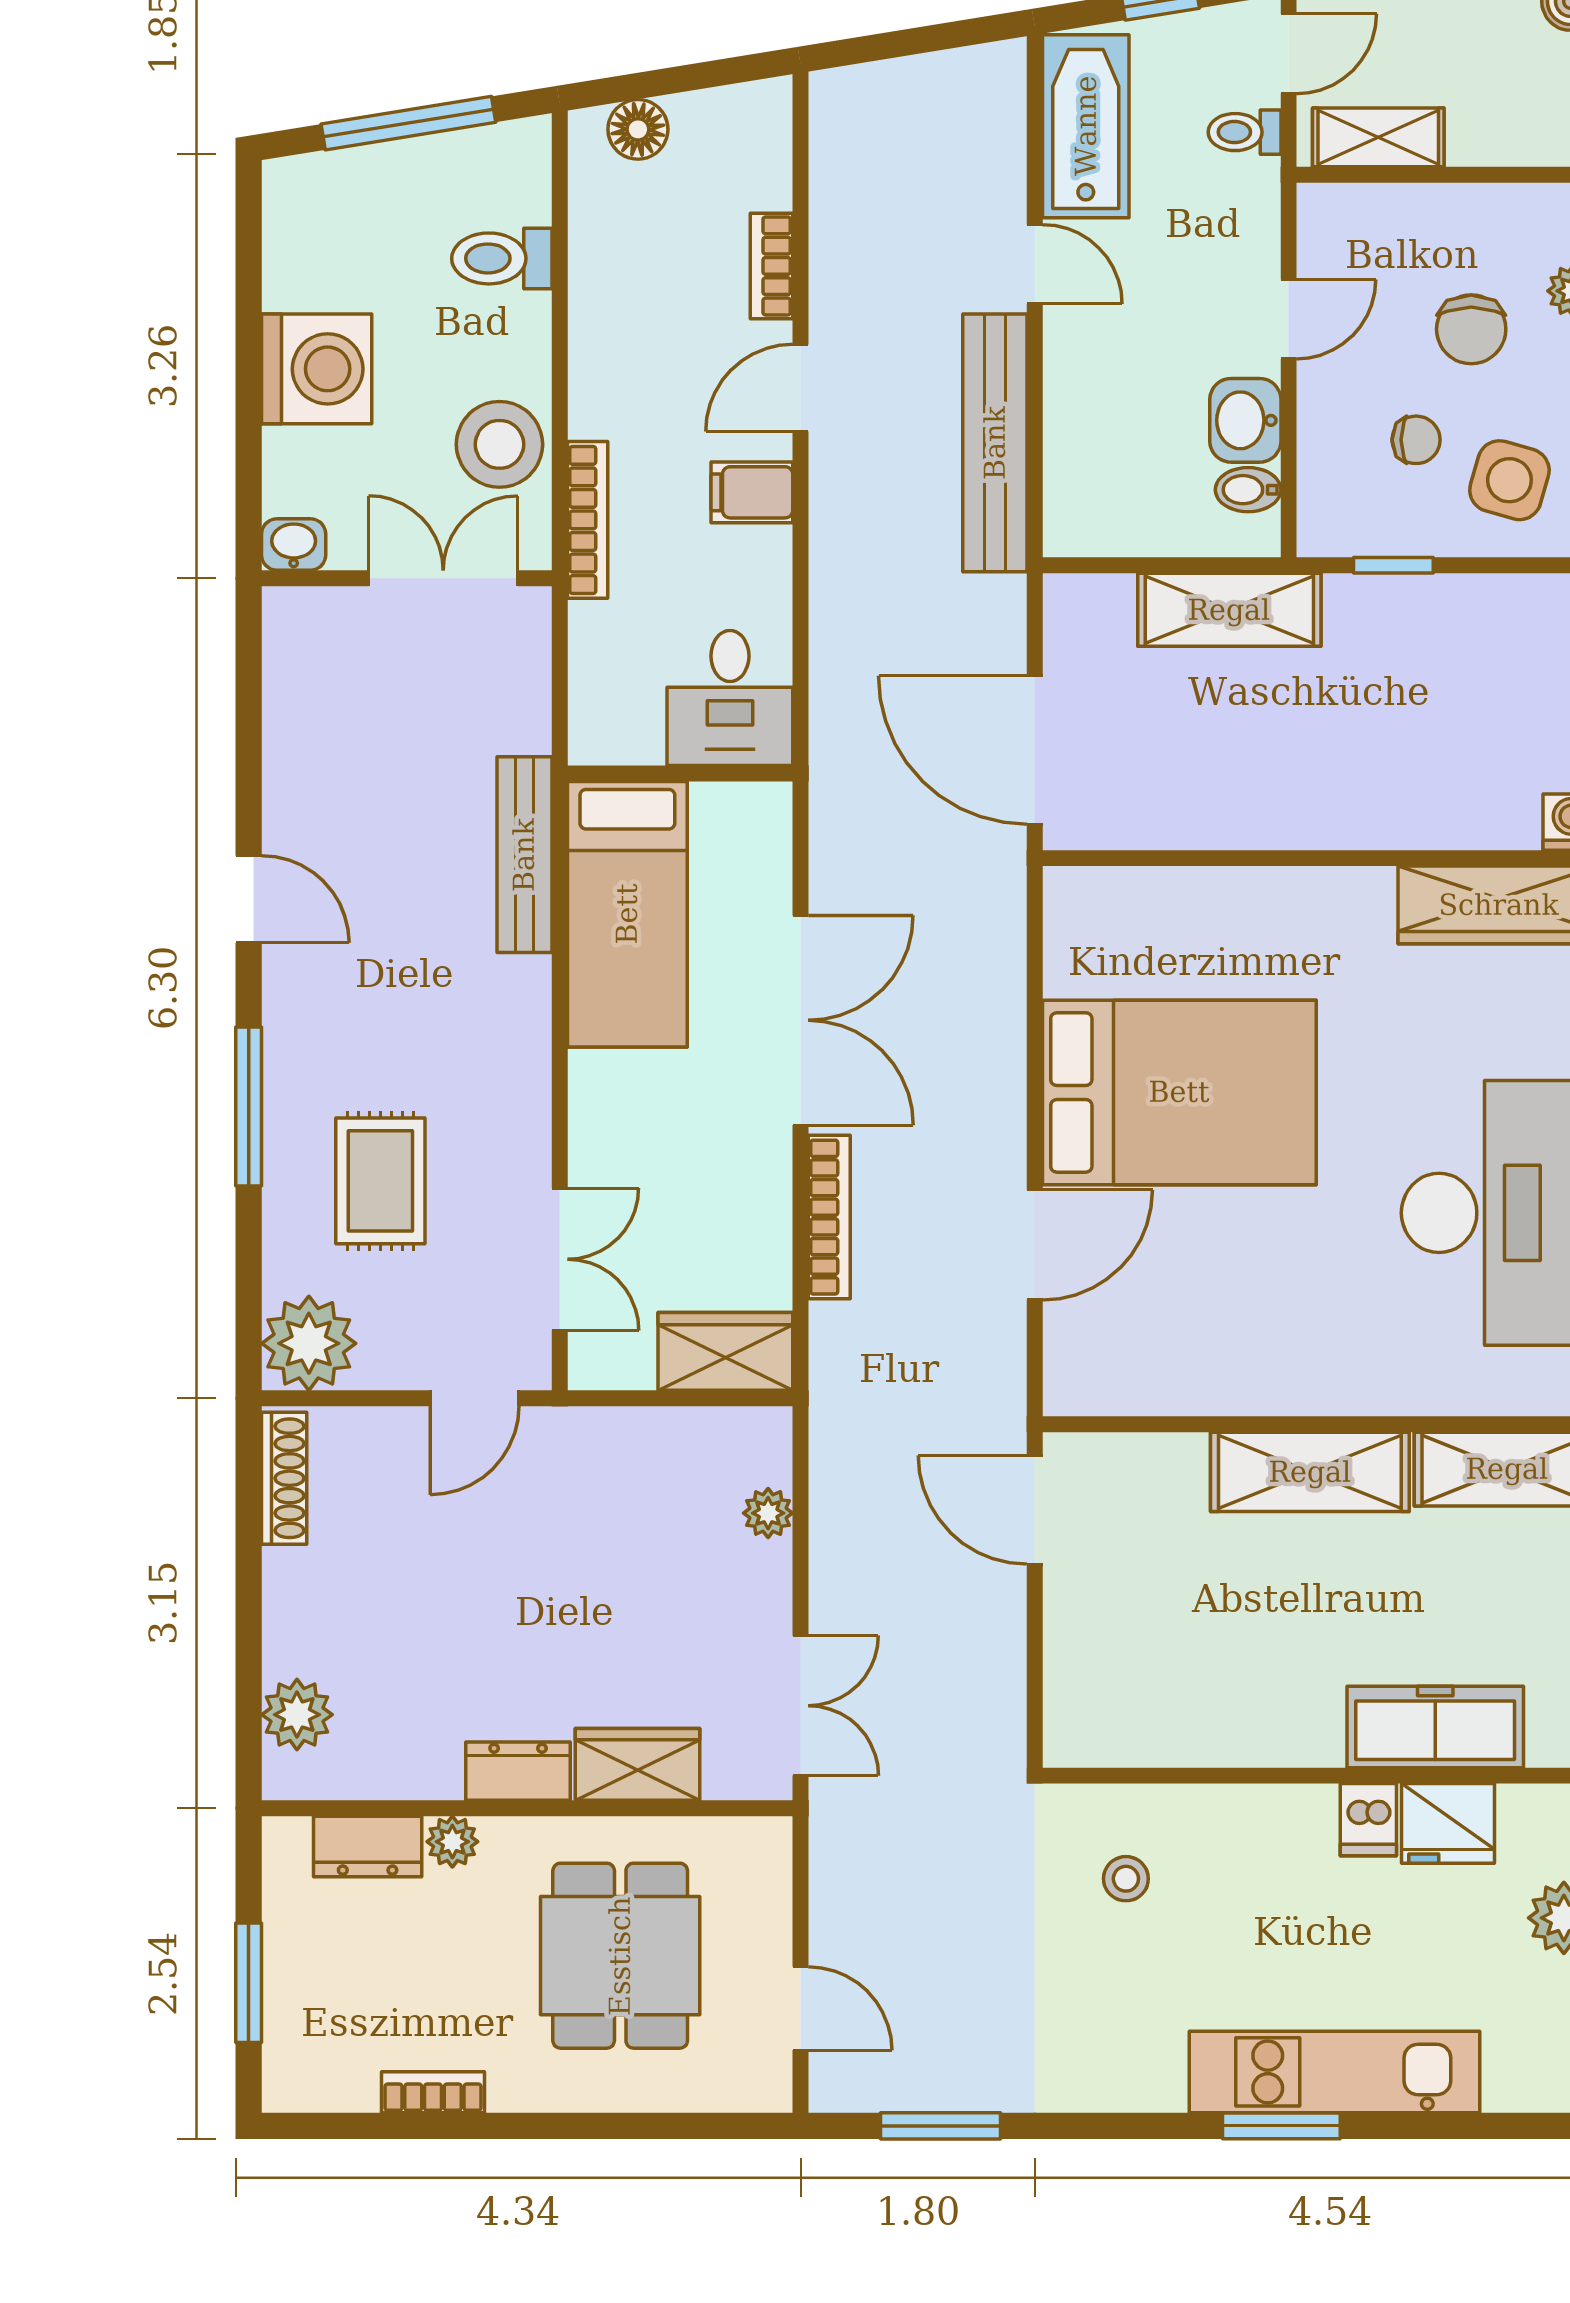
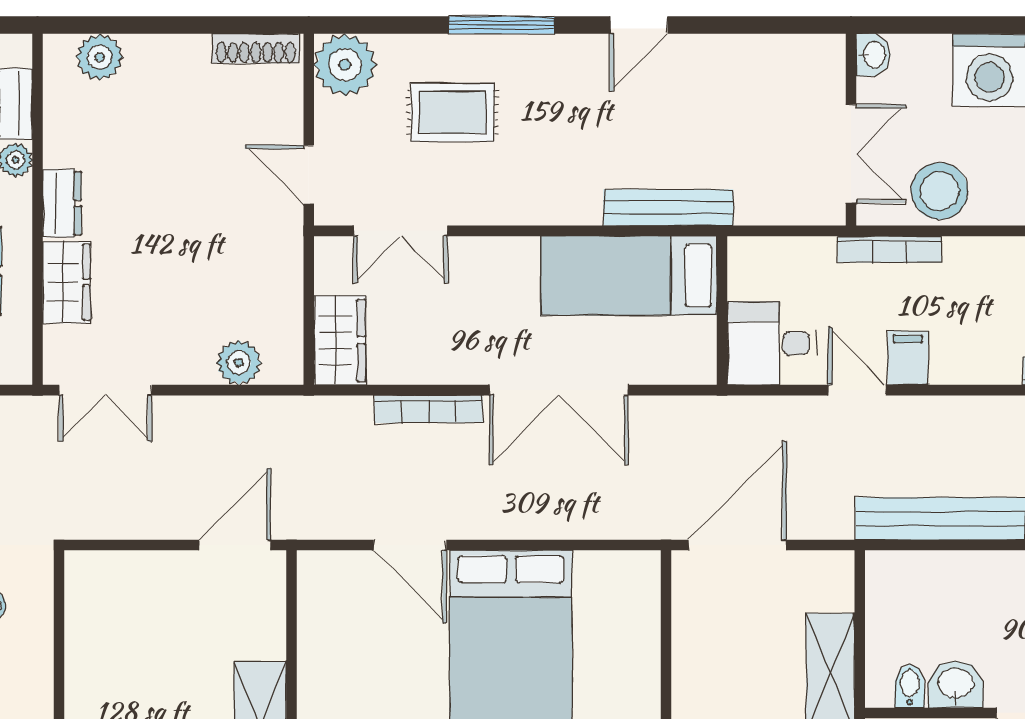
door: (801, 388) -> (857, 390), moved
plant: (768, 1513) -> (239, 363), width x1.38, depth x1.38

